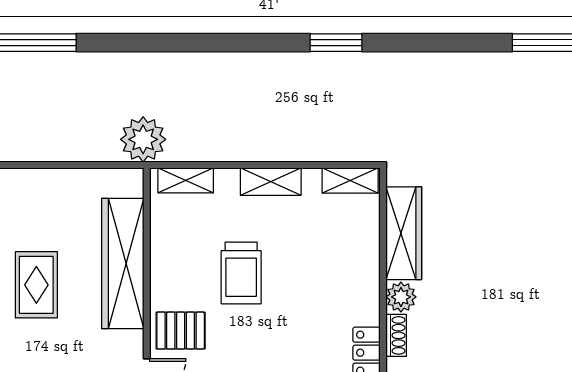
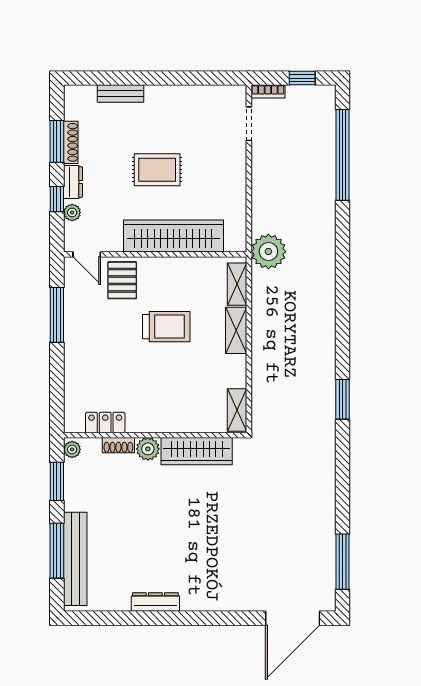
shelving: (271, 182) -> (236, 330), moved
trolley: (241, 273) -> (166, 327), turned 180

